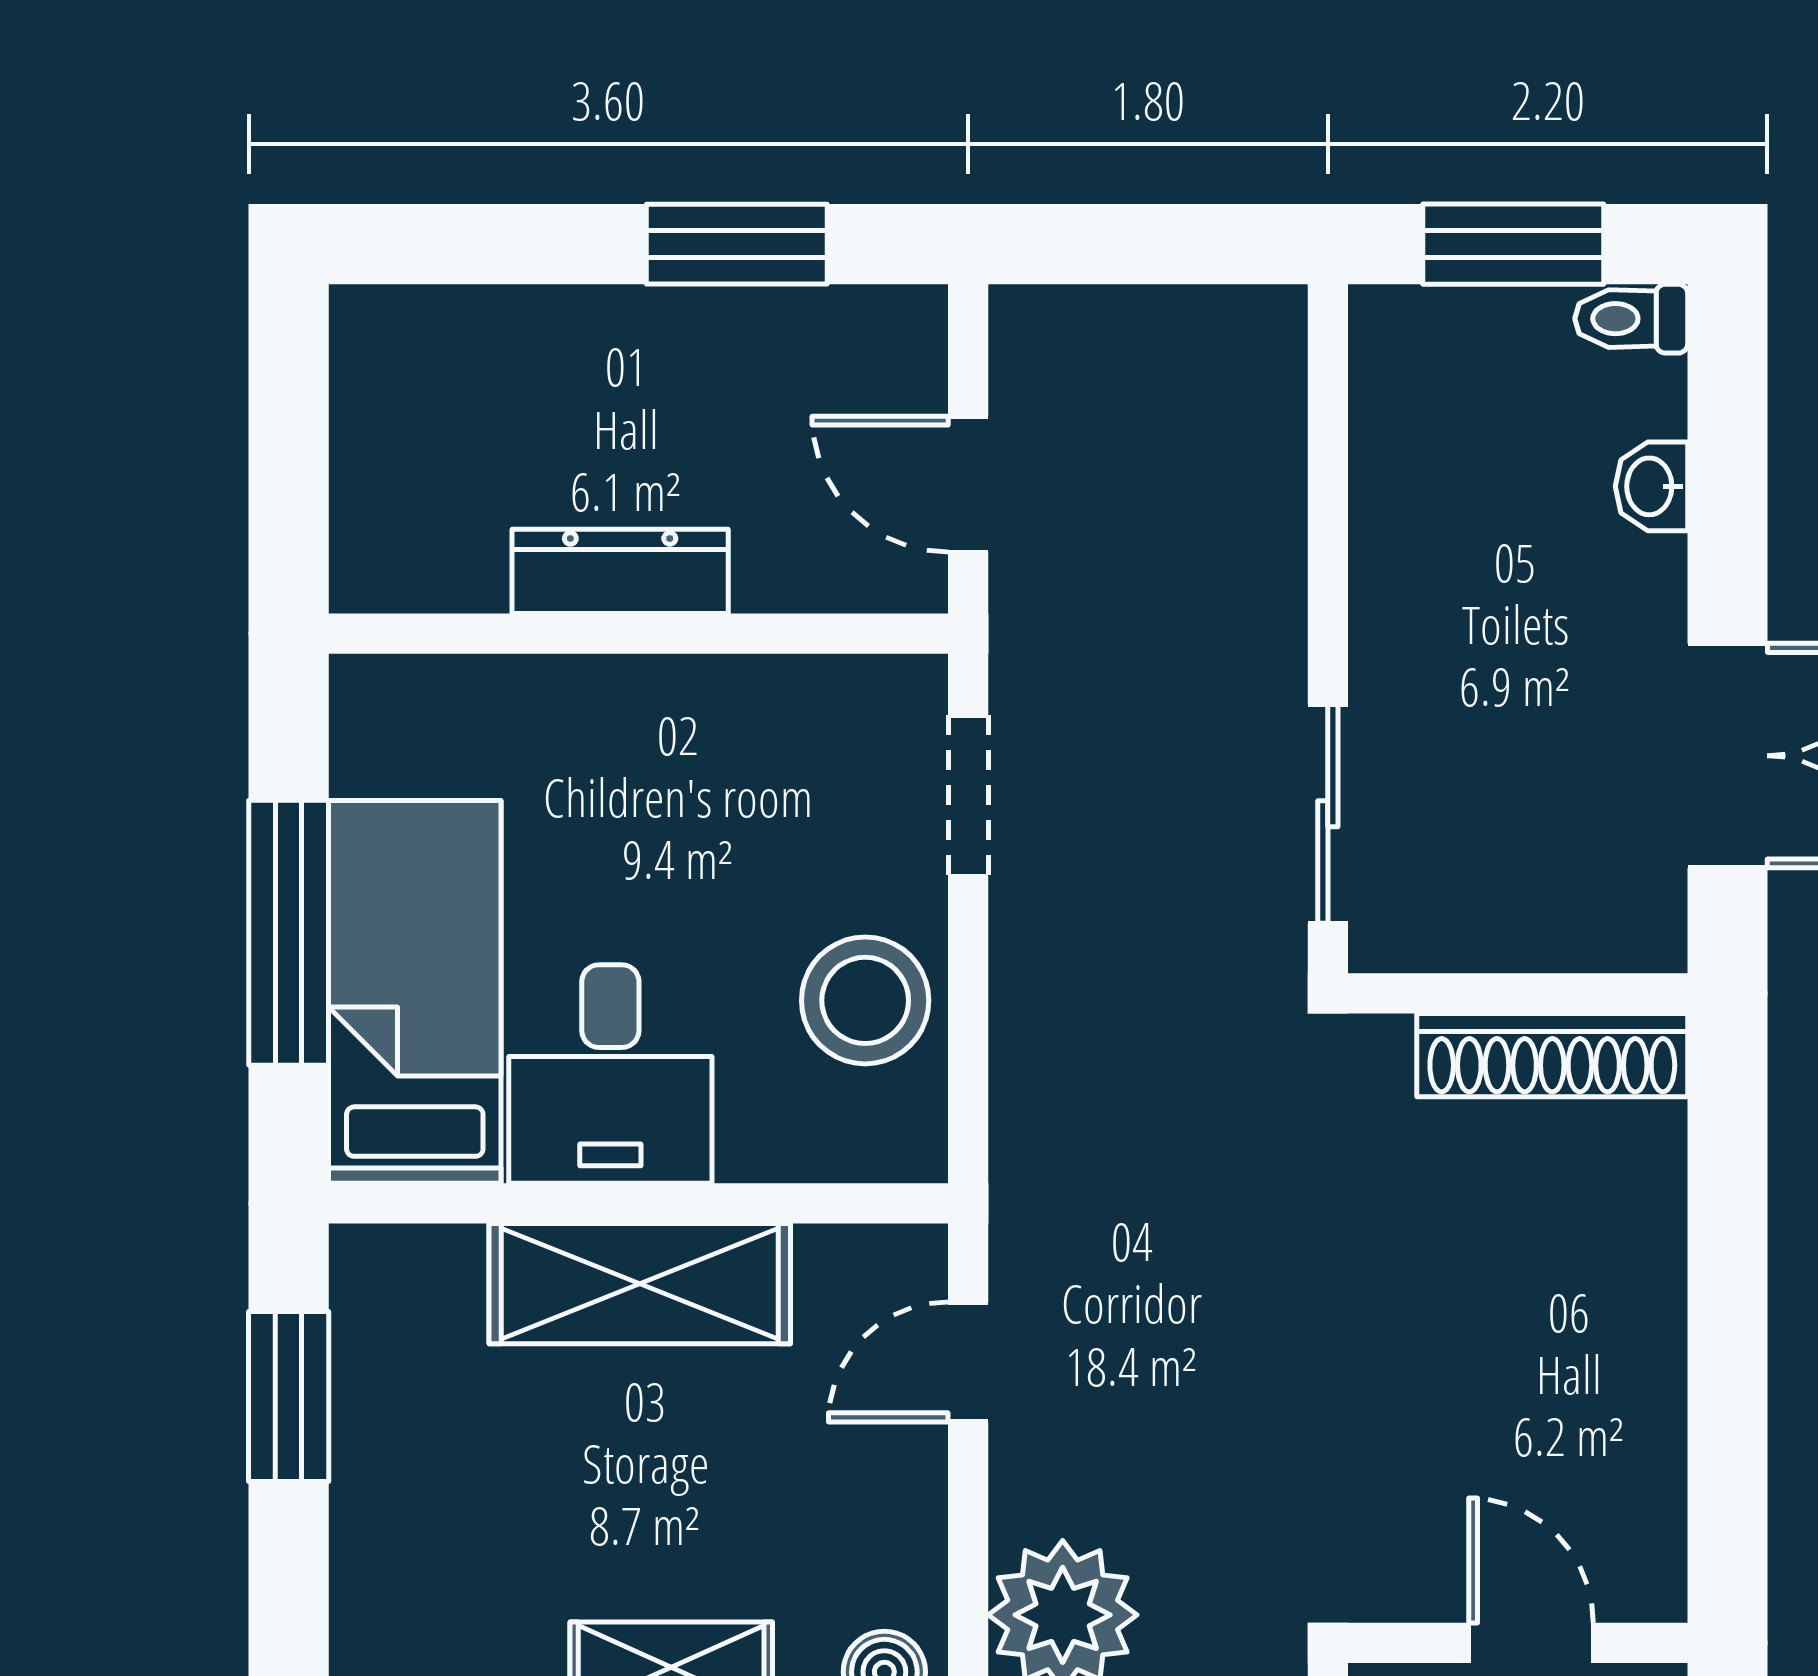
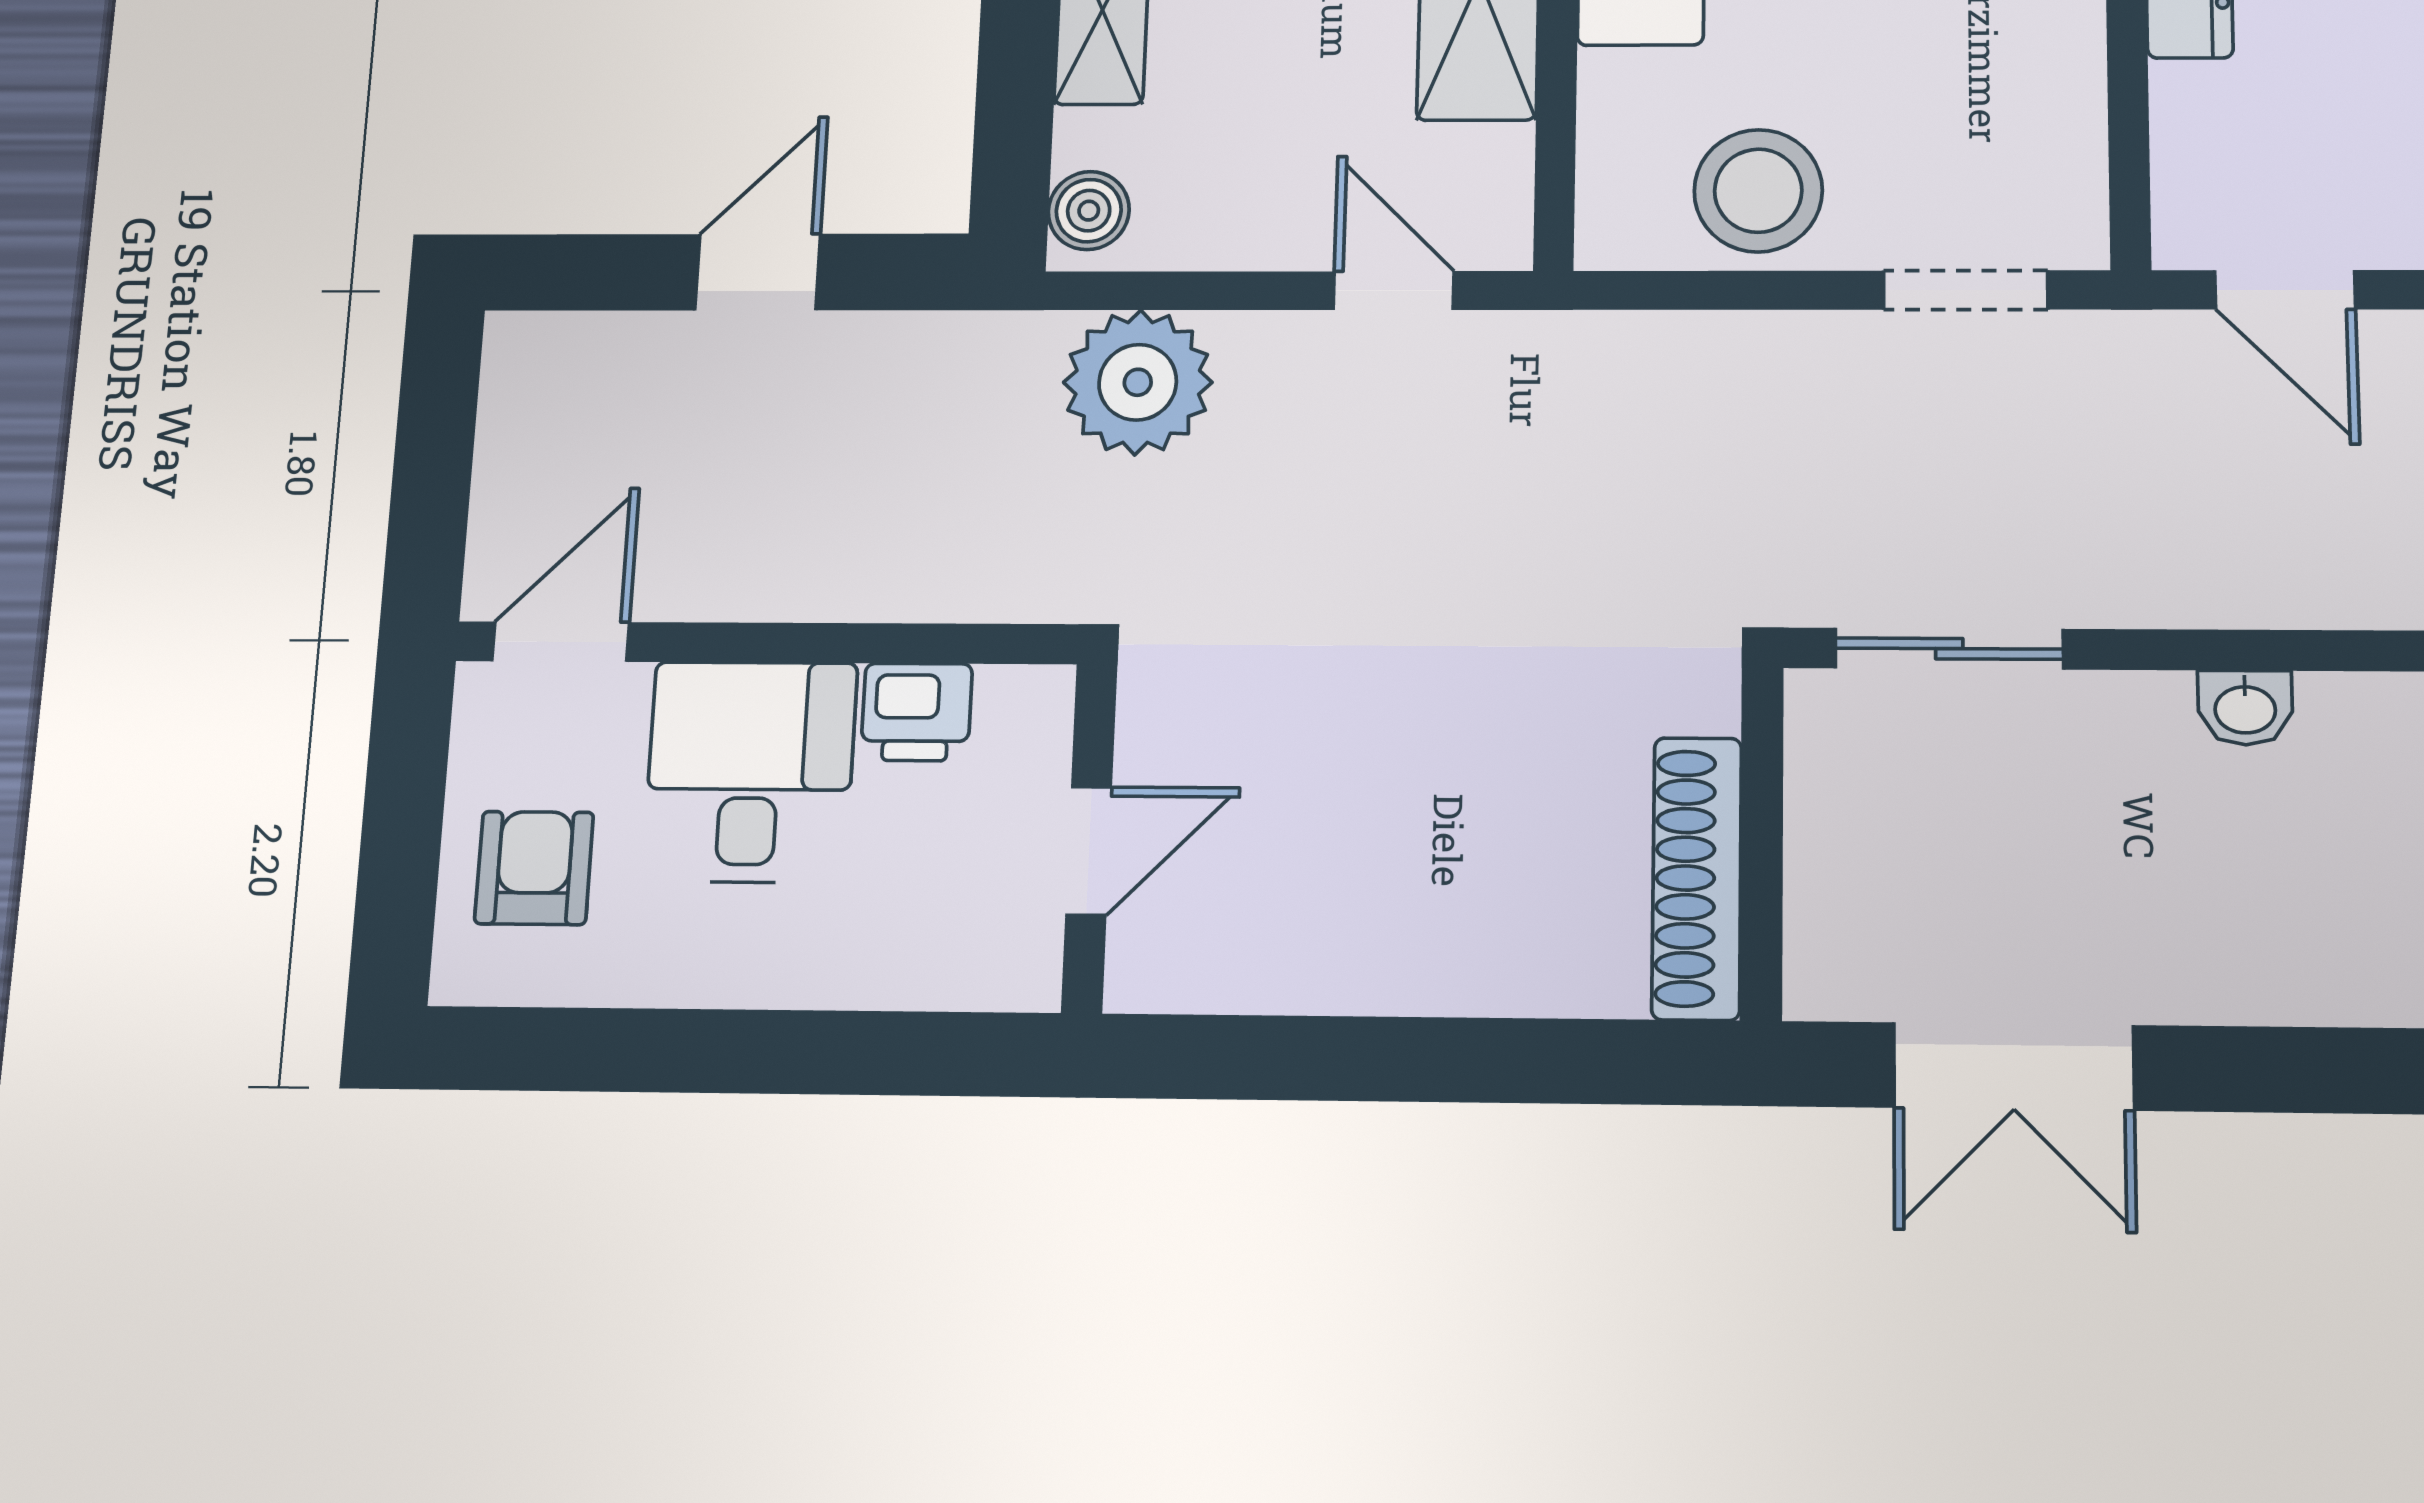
door: (968, 484) -> (2285, 290), swing flipped
washbasin: (1651, 486) -> (2245, 708), moved, turned 180

